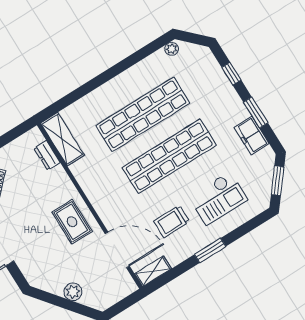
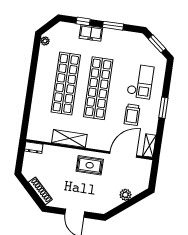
freezer: (252, 136) -> (91, 33), moved
shelving: (62, 139) -> (69, 138), moved
dresser: (47, 155) -> (34, 148), moved

